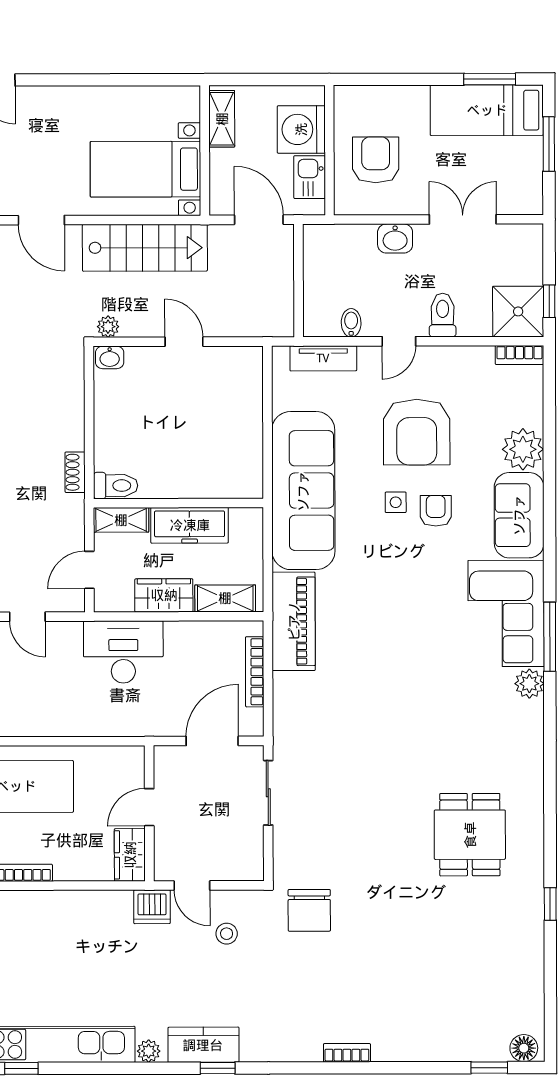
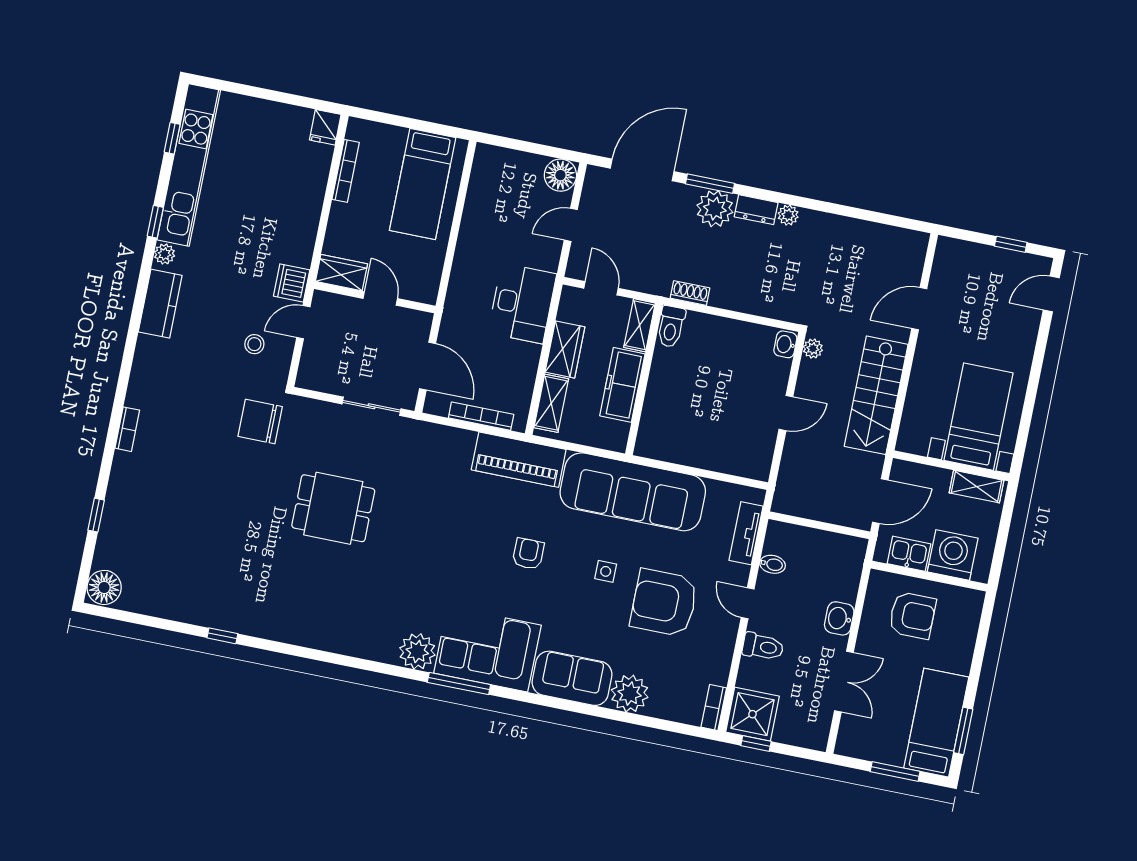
bed with nightstands: (145, 169) -> (978, 417), moved
armchair: (436, 511) -> (528, 554), moved, turned -90
plant: (529, 684) -> (417, 651), width x1.36, depth x1.36
dining table: (470, 835) -> (333, 508), moved
floor lamp: (524, 1048) -> (104, 587), width x1.38, depth x1.38
window: (218, 1068) -> (155, 222), moved
window: (489, 1068) -> (96, 515), moved

